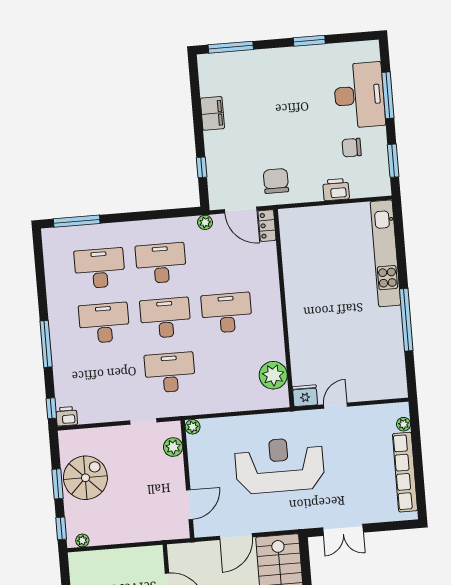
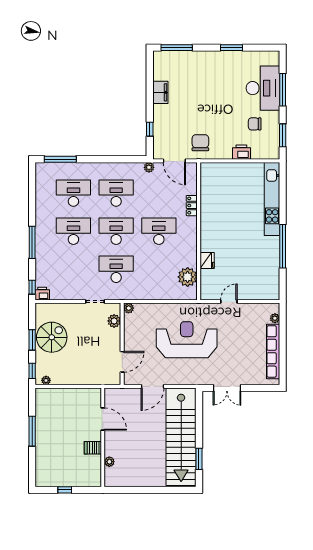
locker: (267, 226) -> (192, 206), moved
fridge: (305, 396) -> (207, 260), moved, turned 90

